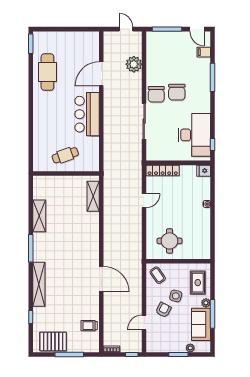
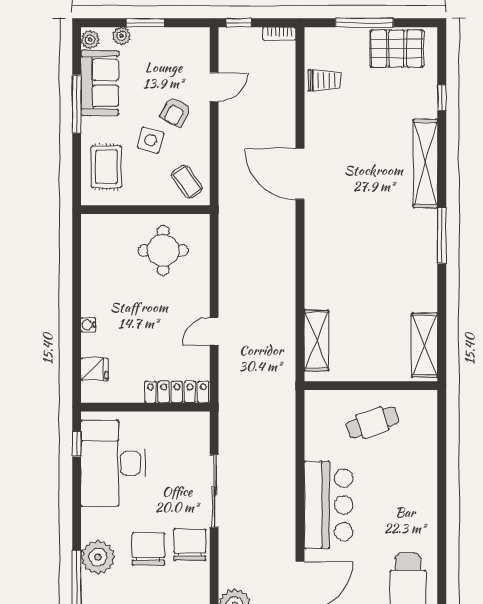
plant: (202, 88) -> (98, 557), added
fridge: (204, 171) -> (95, 369), moved
shelving: (39, 216) -> (425, 345), moved
plant: (206, 303) -> (90, 40), moved

